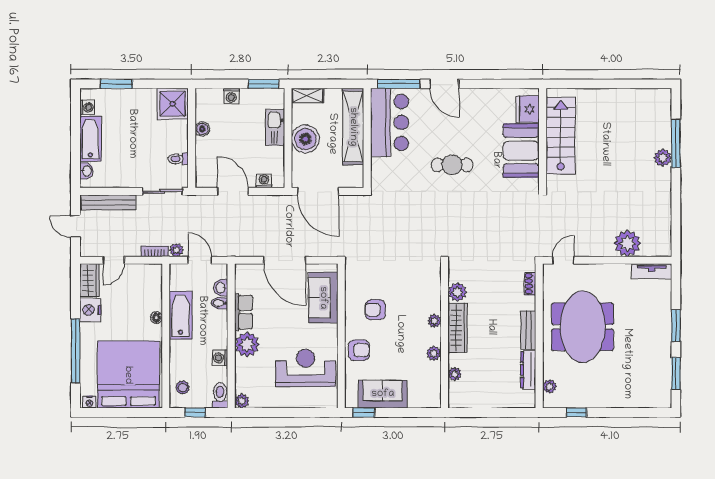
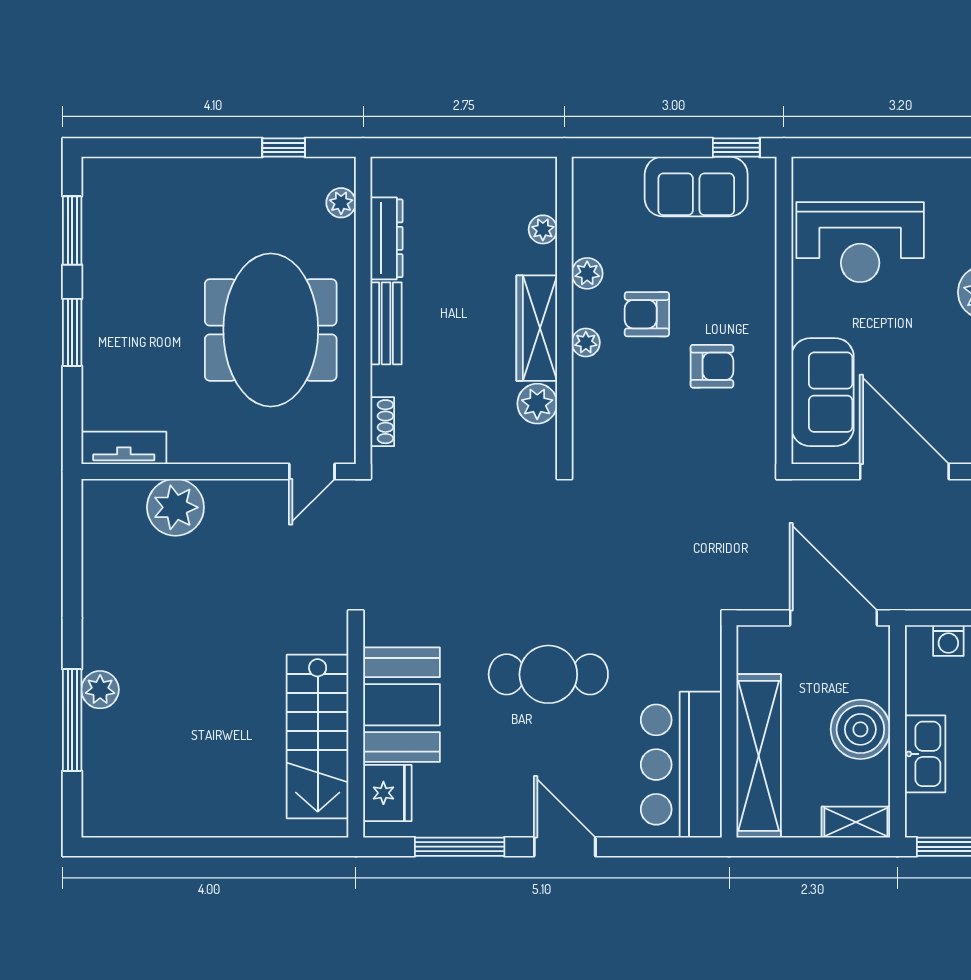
window: (399, 84) -> (460, 847), moved
cafe table: (452, 165) -> (548, 674), width x1.37, depth x1.35
armchair: (359, 350) -> (647, 314), moved

